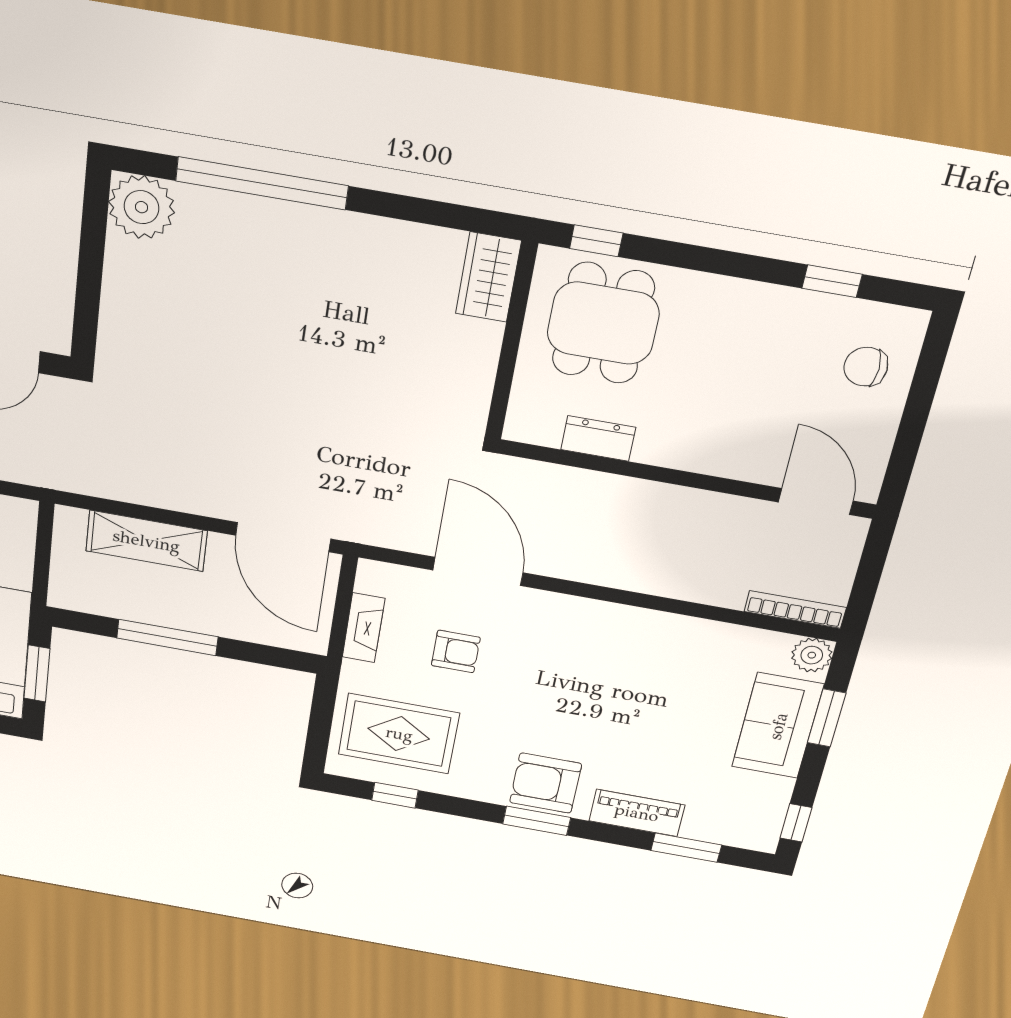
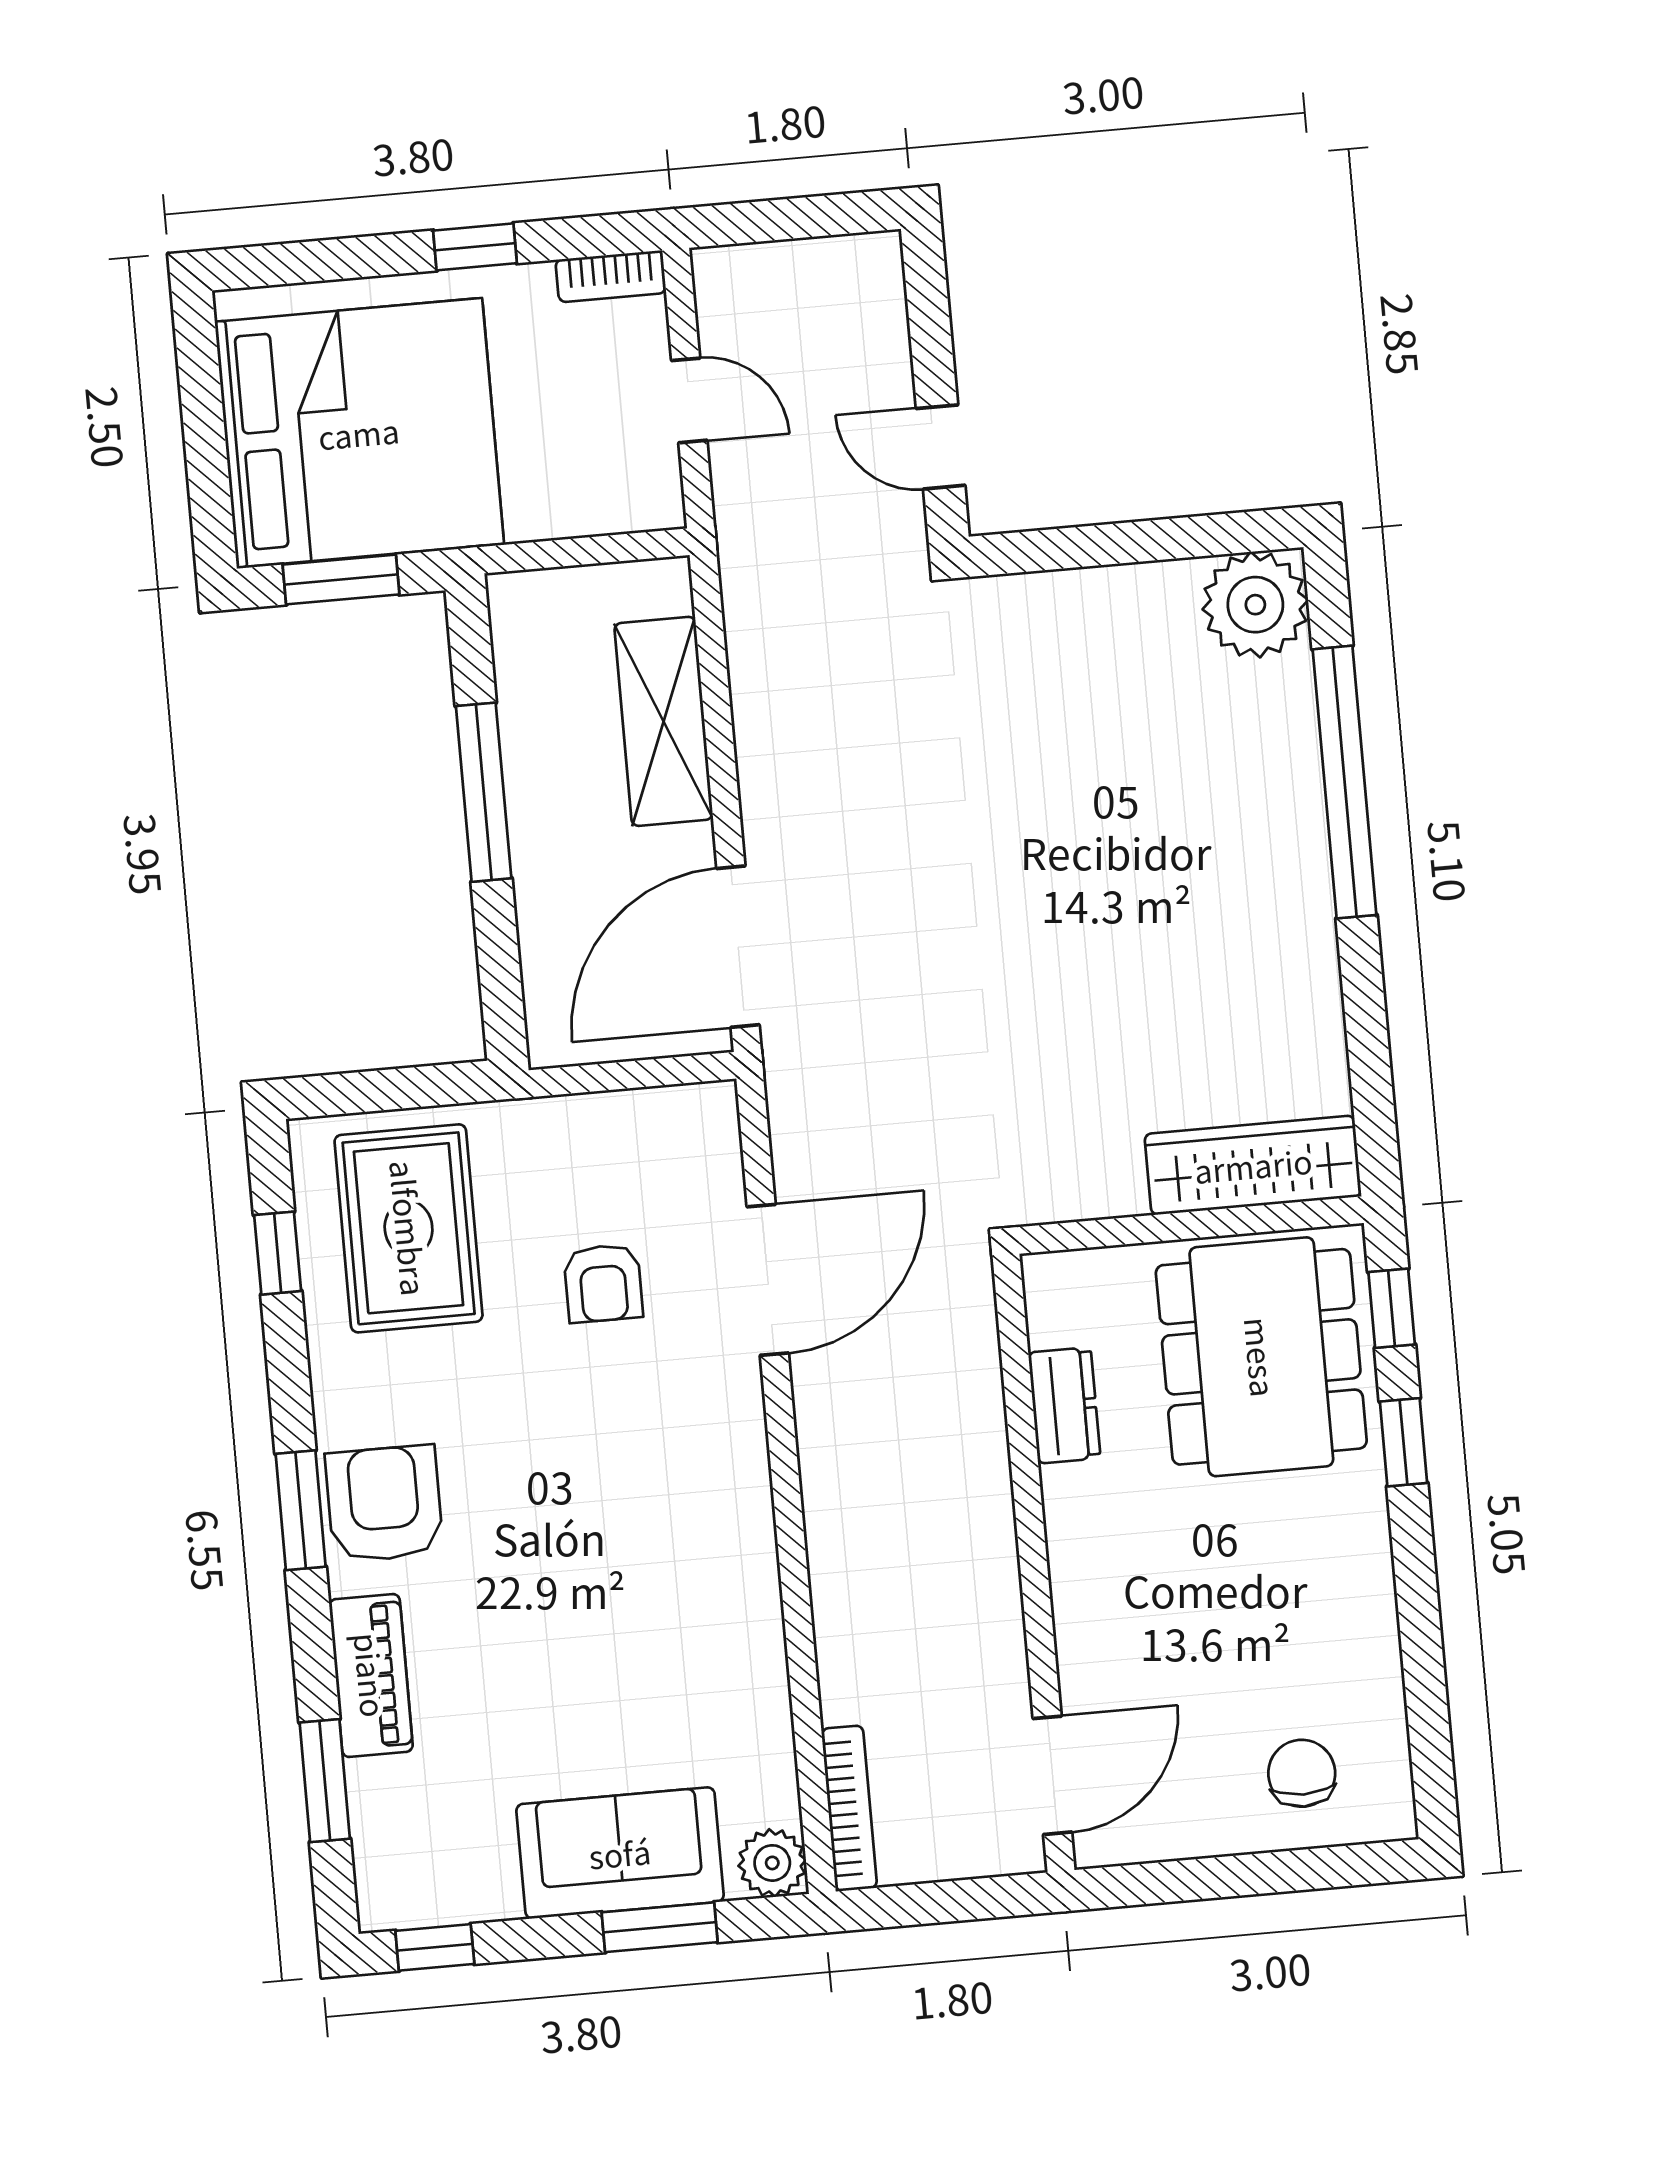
wardrobe: (488, 277) -> (1253, 1165), width x1.50
window: (832, 281) -> (1404, 1442), moved
dining table: (603, 323) -> (1261, 1357), width x1.37
fireplace: (364, 628) -> (603, 1119), removed

